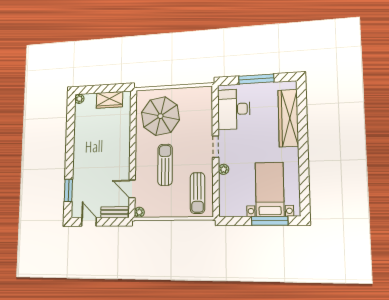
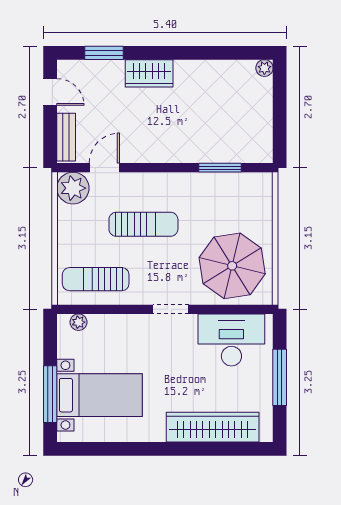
wardrobe: (109, 100) -> (149, 73), moved, turned -90
parasol: (160, 116) -> (232, 266), moved
window: (133, 121) -> (220, 168), added
plant: (224, 169) -> (79, 322), moved
plant: (139, 212) -> (73, 188), width x1.88, depth x1.88
door: (89, 222) -> (50, 92), hinge flipped

